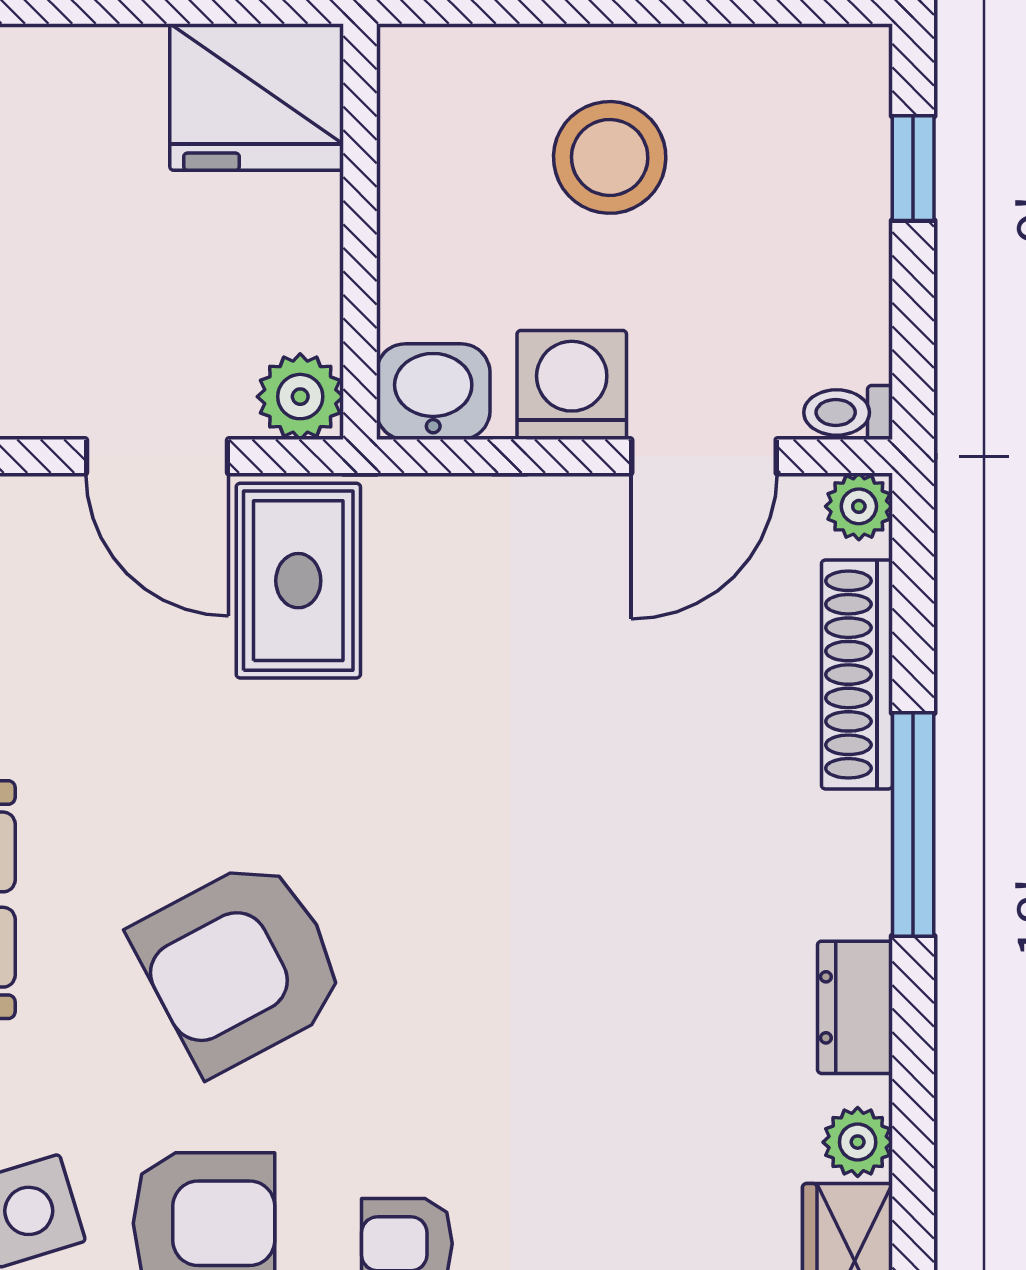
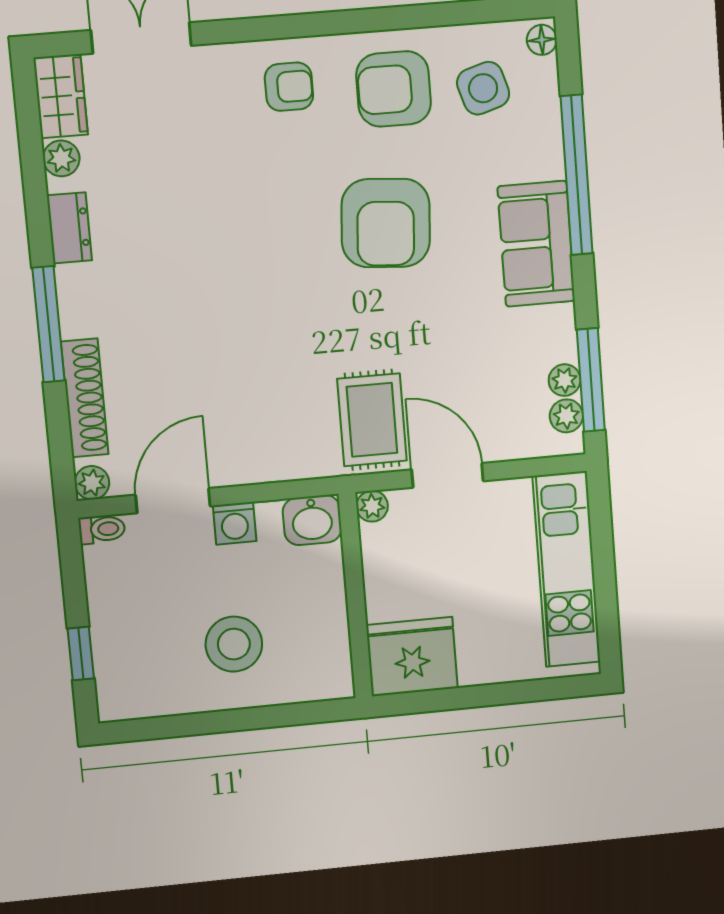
washing machine: (572, 385) -> (235, 523), width x0.73, depth x0.73
plant: (300, 397) -> (372, 506), width x0.73, depth x0.73
armchair: (240, 965) -> (386, 223), turned 122

